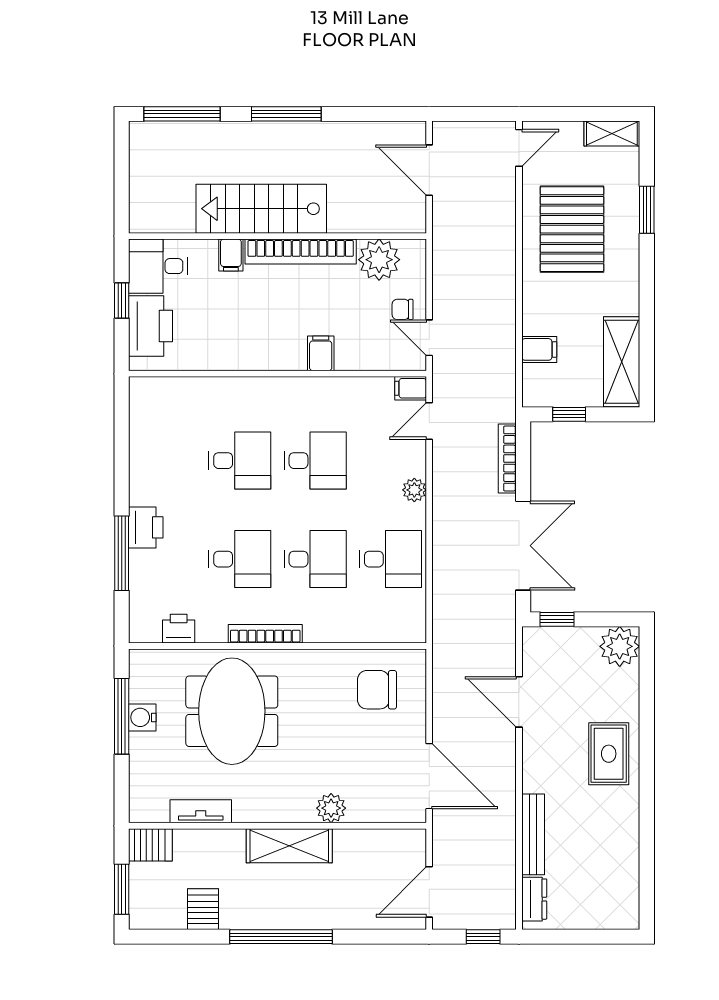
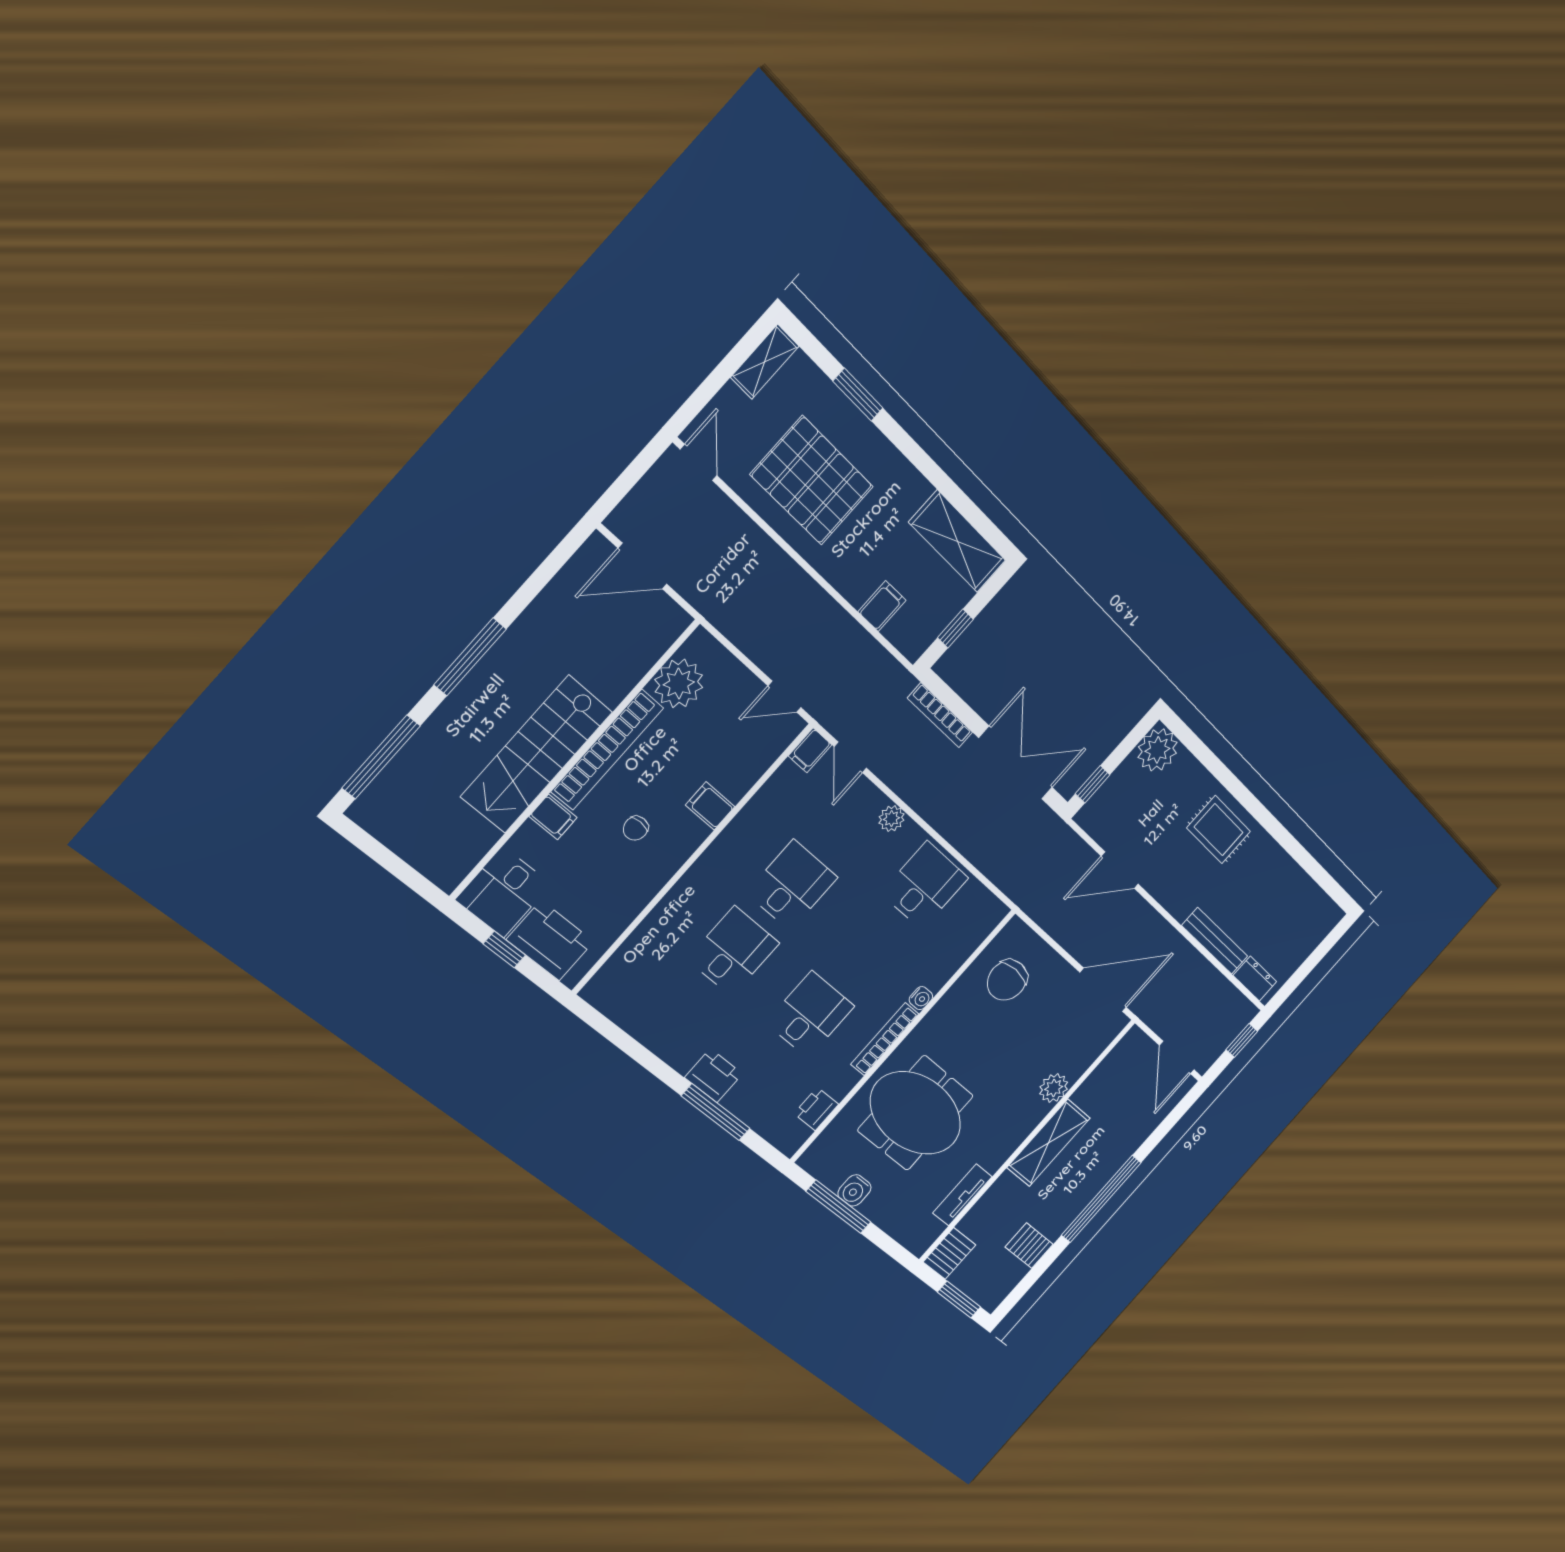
chair: (403, 309) -> (636, 828), moved
desk: (315, 559) -> (867, 950), removed
water cooler: (314, 634) -> (921, 998), added

